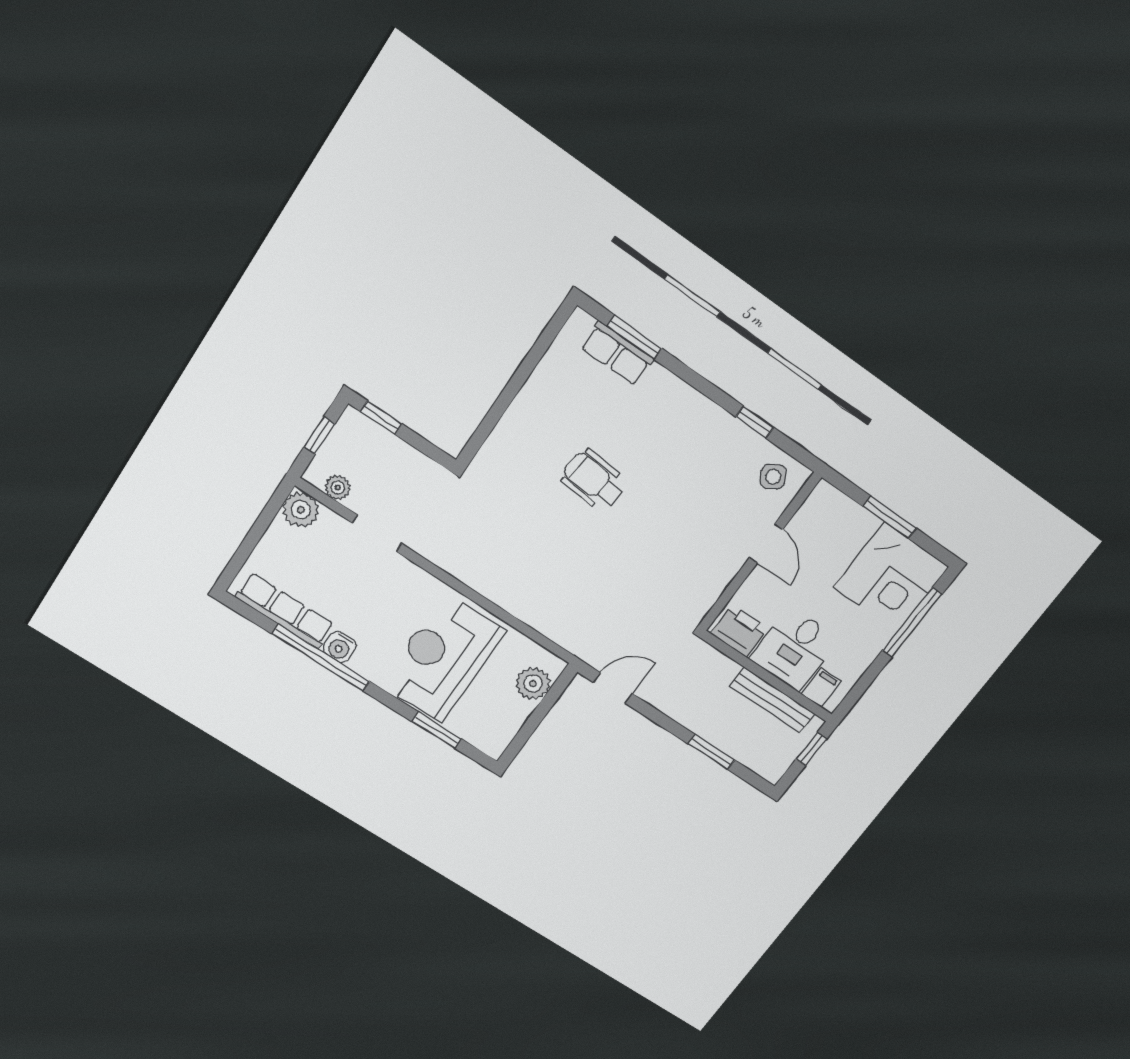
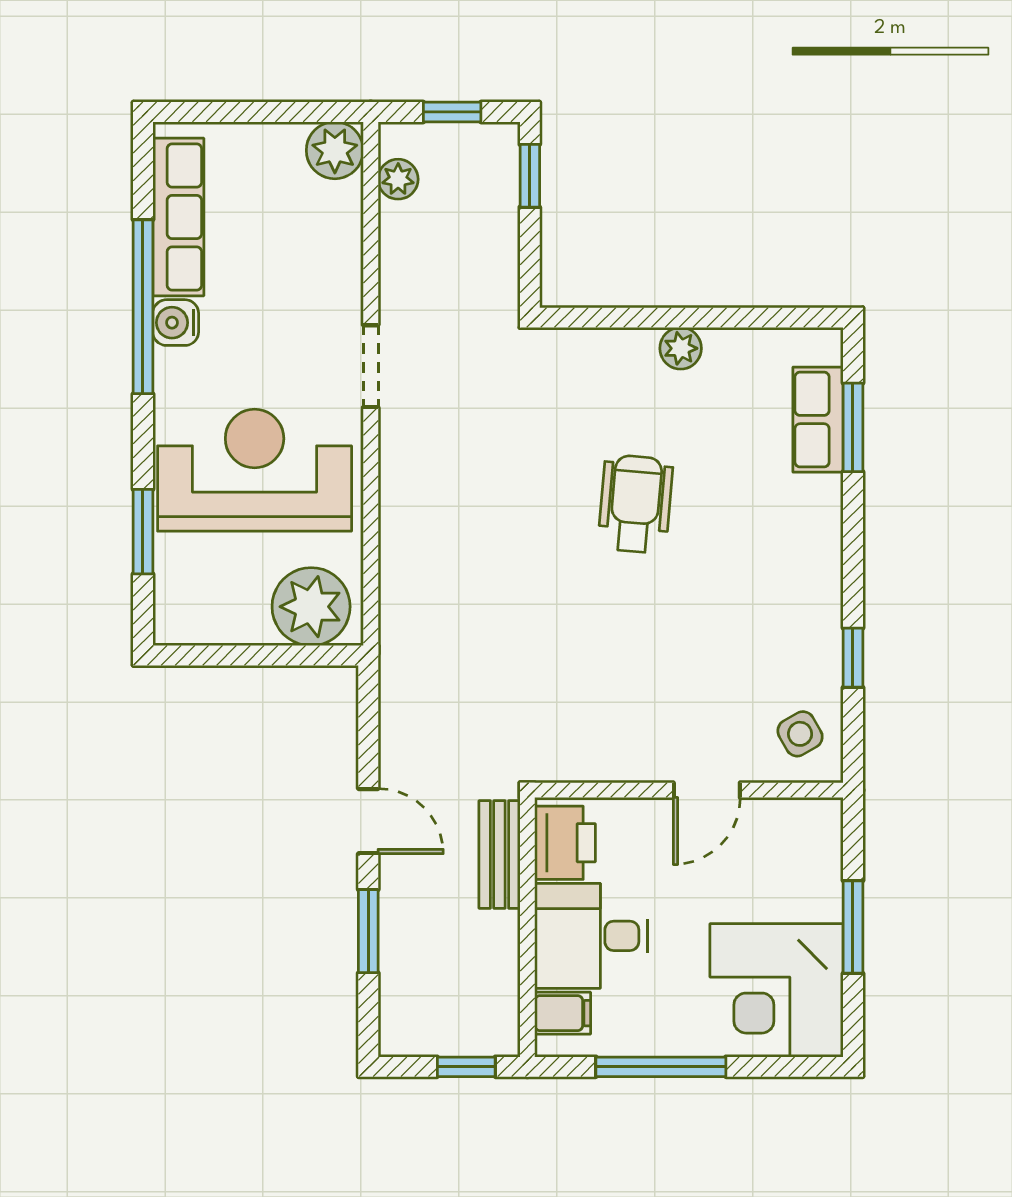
plant: (528, 401) -> (681, 348), added
doorway: (377, 533) -> (371, 366), moved
window: (912, 622) -> (661, 1067), moved
plant: (533, 684) -> (311, 607), width x1.36, depth x1.36
door: (613, 688) -> (368, 821), moved
bench: (772, 700) -> (499, 854), moved, width x0.73

